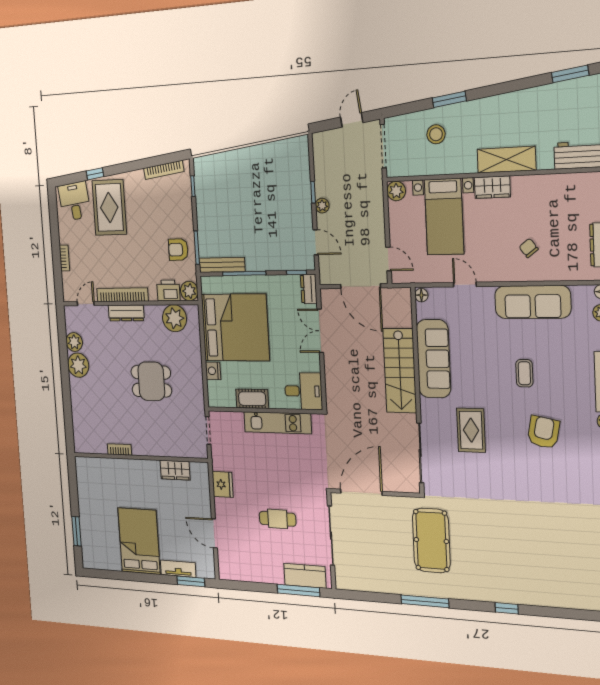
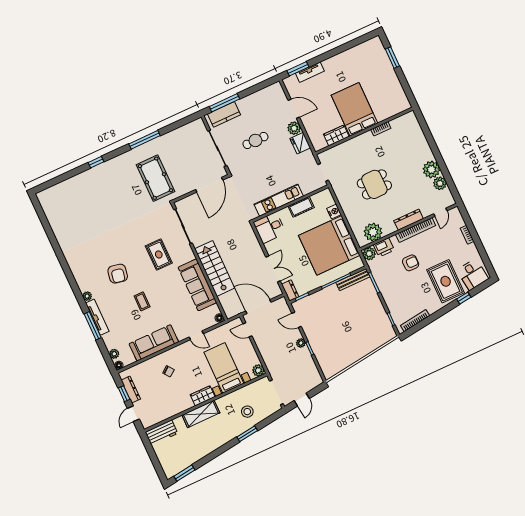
armchair: (178, 250) -> (411, 263), moved
plant: (223, 508) -> (294, 128), added
bed: (139, 541) -> (354, 109), moved, turned 180

